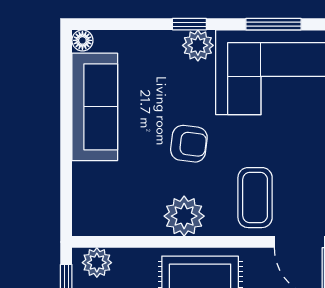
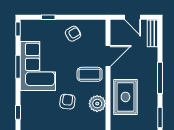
window: (189, 24) -> (18, 112), moved
plant: (198, 45) -> (27, 98), removed

